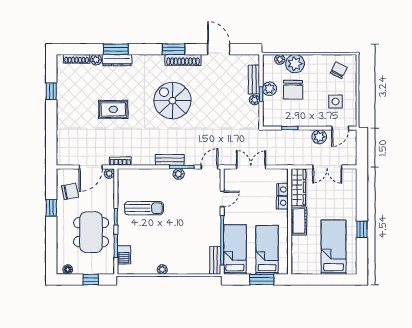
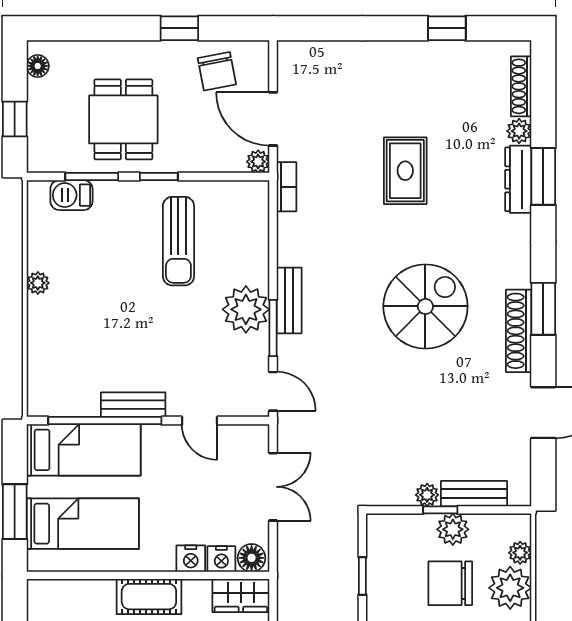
plant: (179, 174) -> (246, 309), width x1.87, depth x1.87
floor lamp: (282, 176) -> (252, 558), added
wardrobe: (298, 187) -> (241, 595), width x0.67
dining table: (91, 232) -> (123, 119), width x0.73
bench: (215, 260) -> (133, 405), moved

